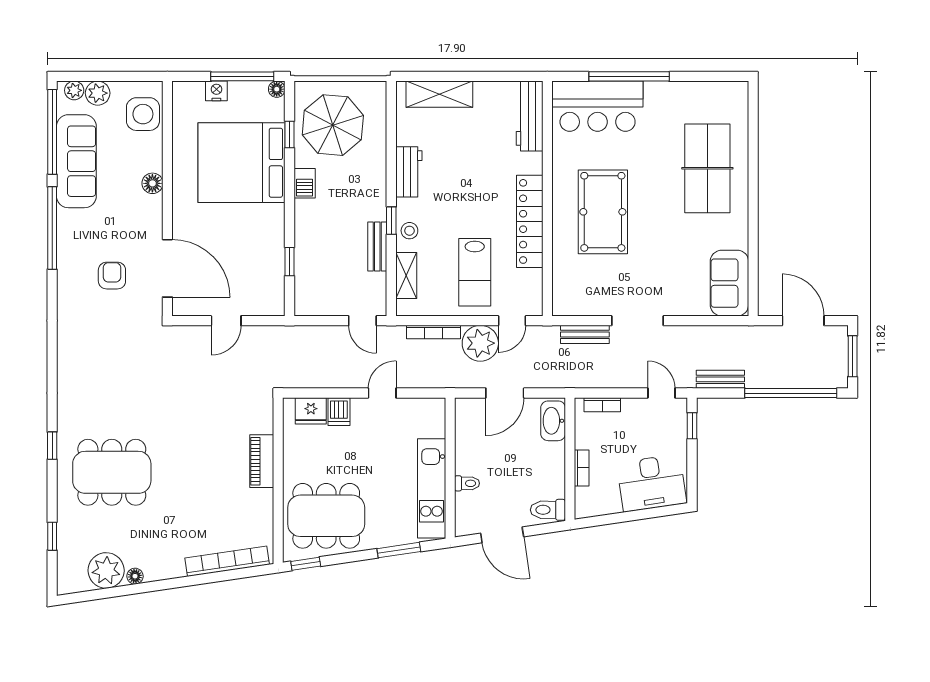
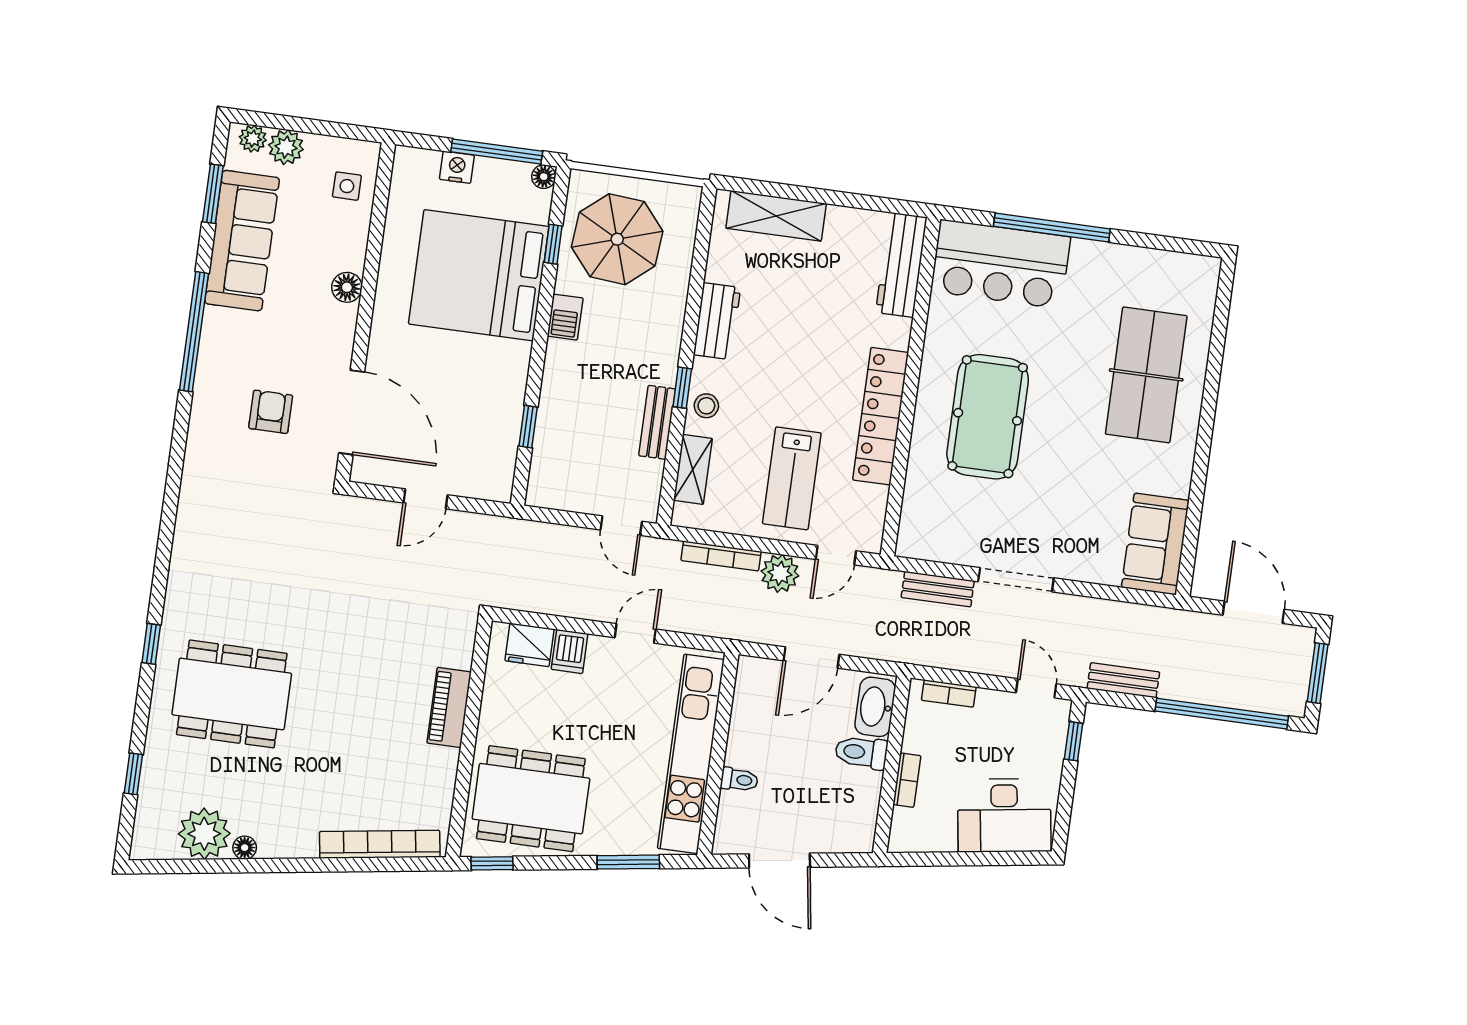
side table: (143, 114) -> (347, 186), width x0.54, depth x0.54
window: (52, 132) -> (213, 194), width x0.47
plant: (480, 343) -> (780, 573), width x0.73, depth x0.73
kitchen unit: (432, 488) -> (691, 754), width x1.36
toilet: (548, 510) -> (861, 752), moved

